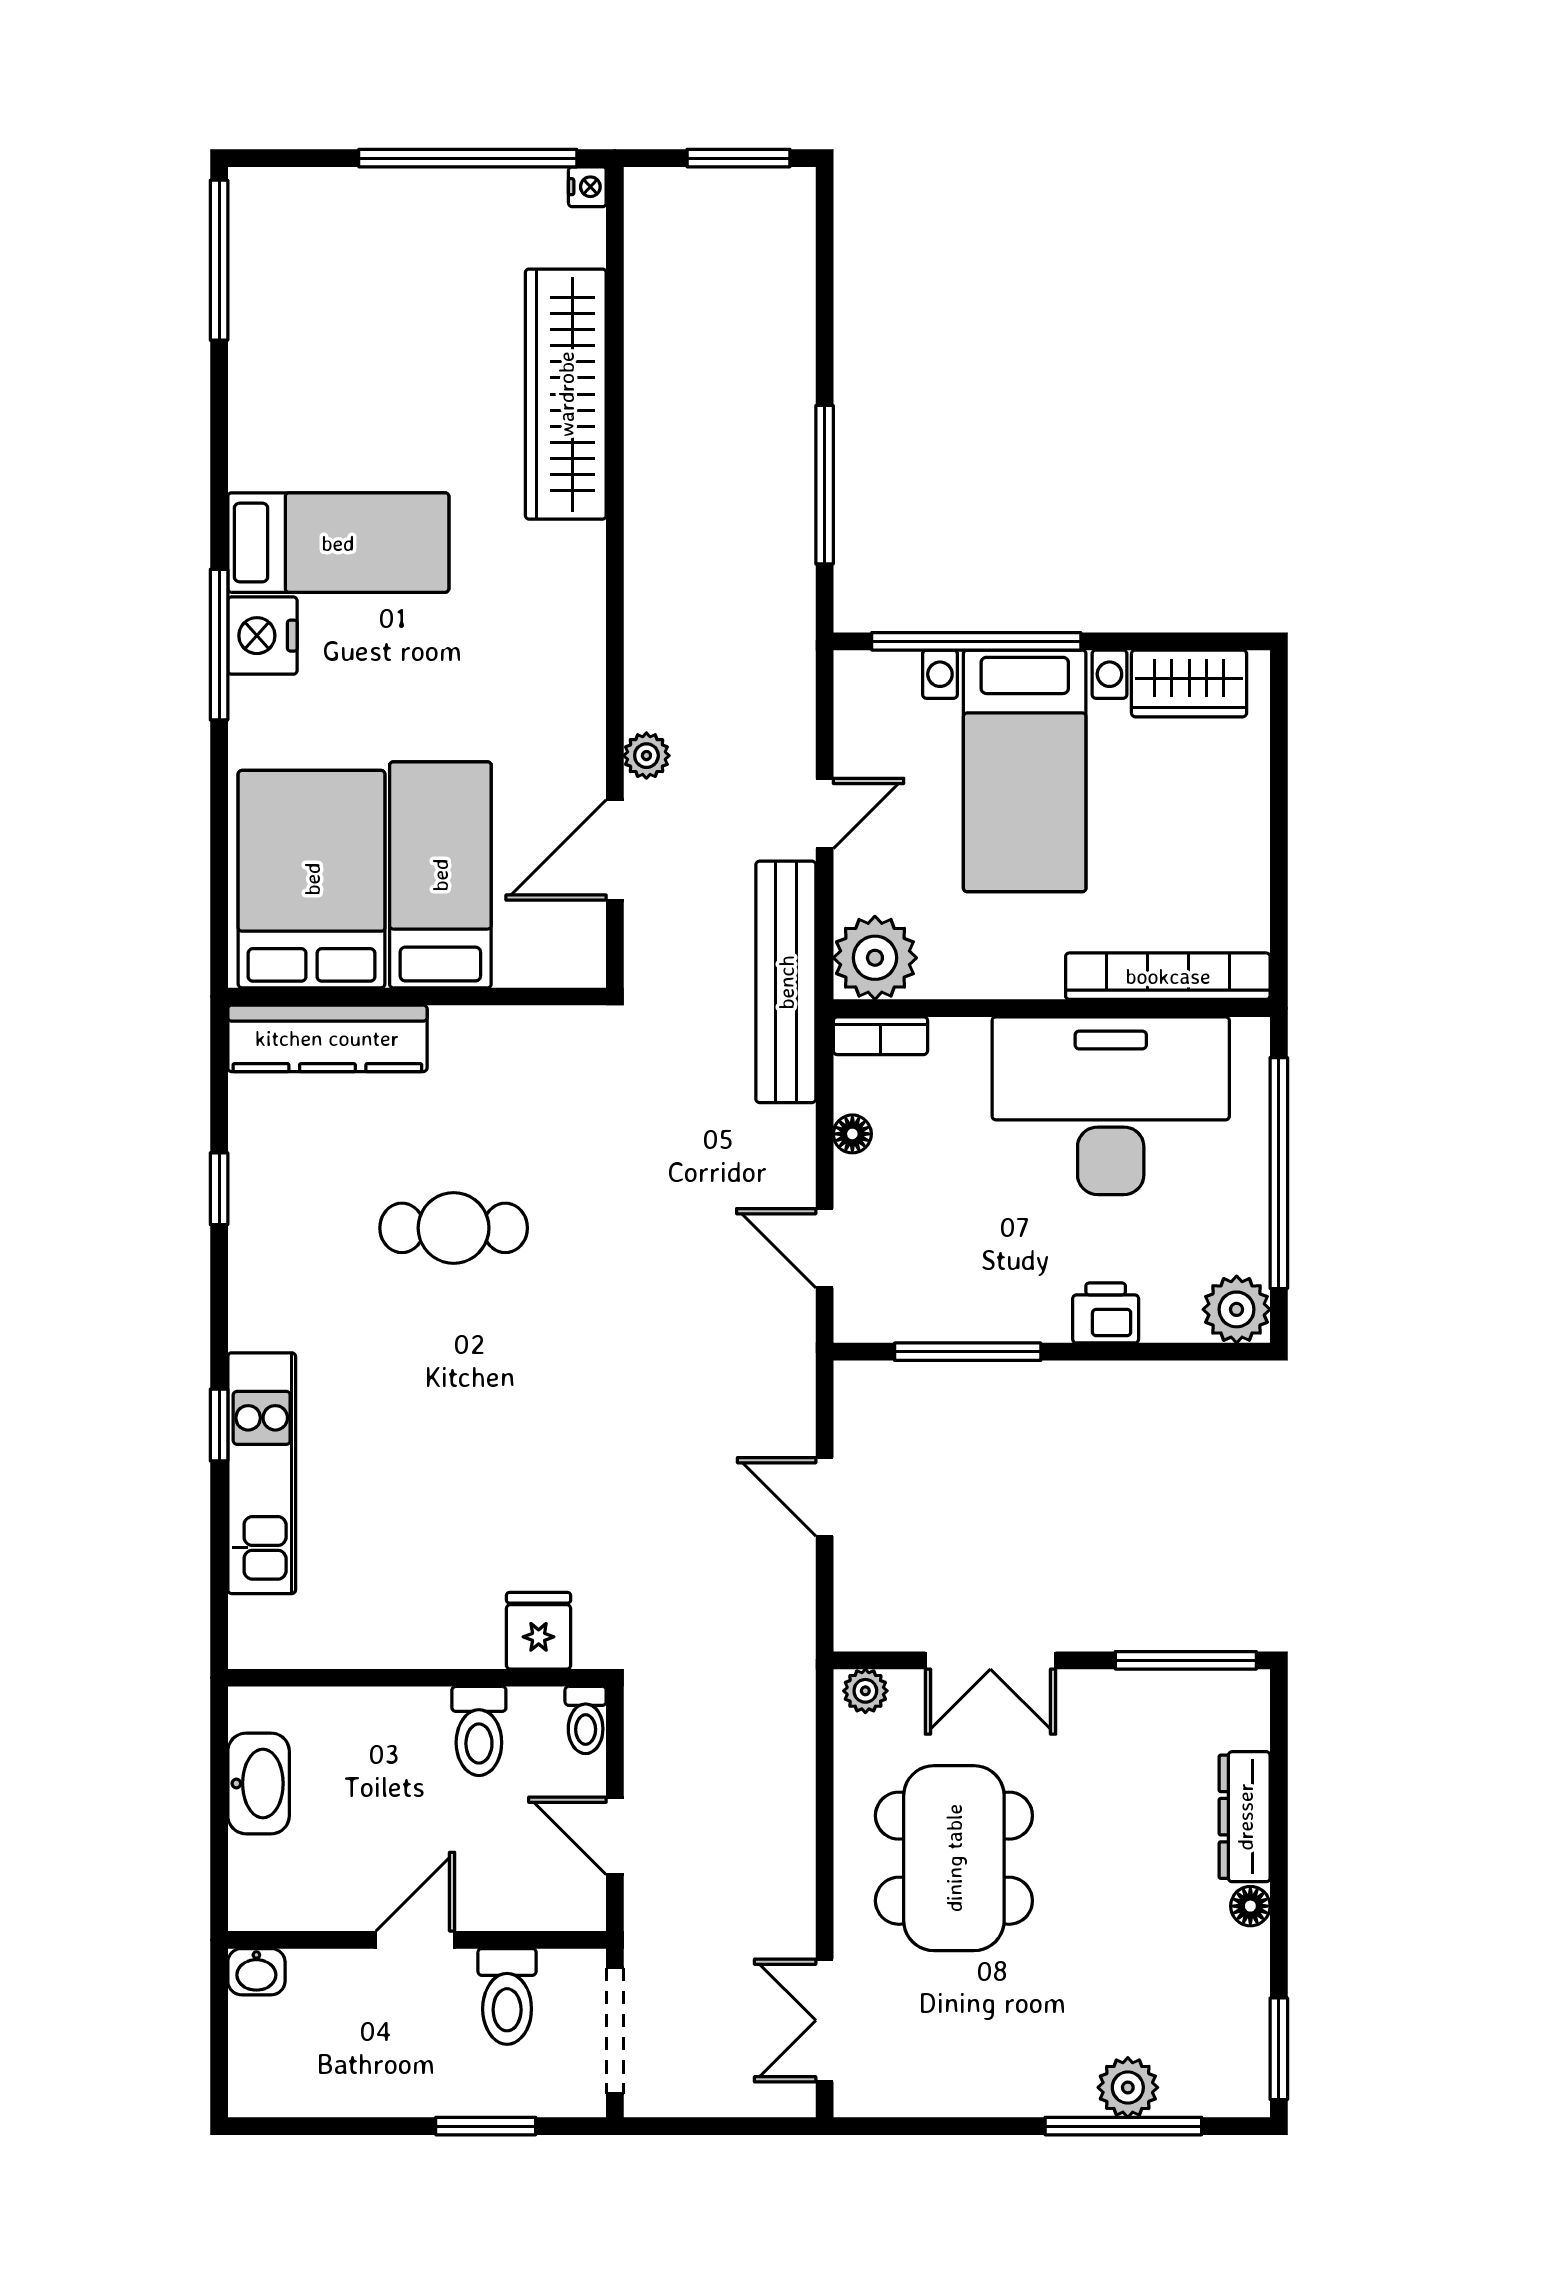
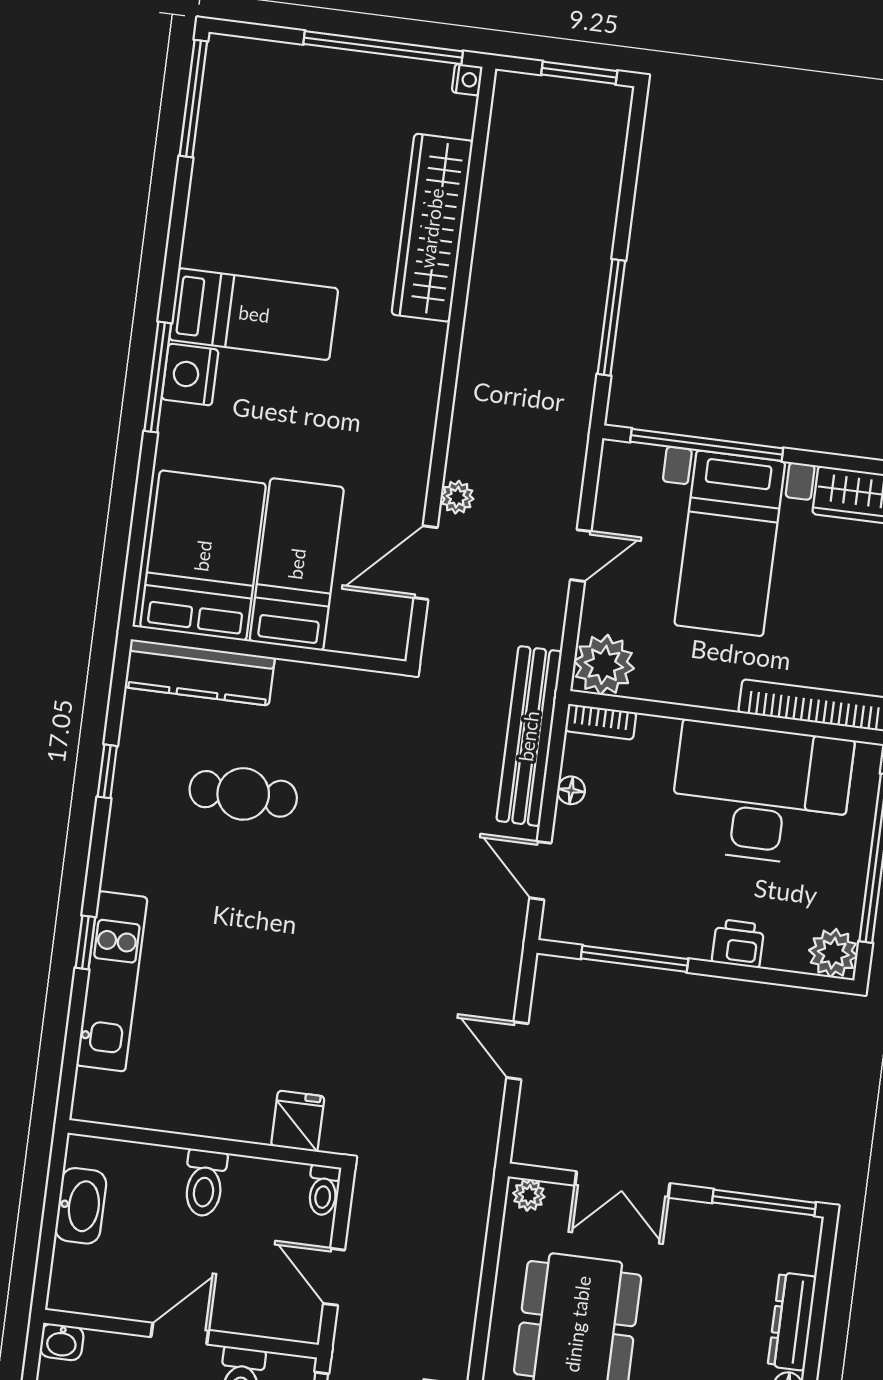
bench: (786, 982) -> (529, 736), moved
cafe table: (454, 1228) -> (243, 794), moved
toilet: (479, 1731) -> (205, 1183), moved

